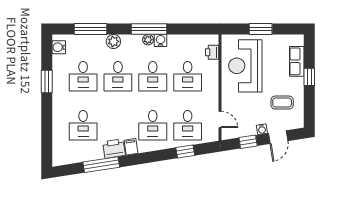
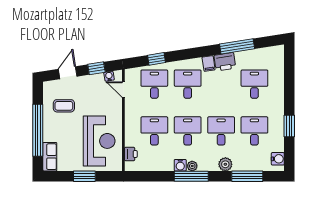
row of seats: (297, 61) -> (50, 157), moved
window: (309, 77) -> (38, 130), width x3.17
water cooler: (262, 129) -> (109, 76), moved

